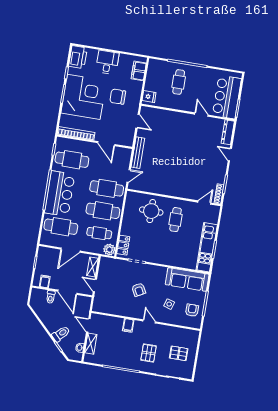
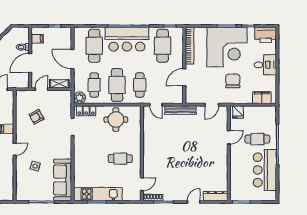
bar counter: (227, 97) -> (265, 170), moved, turned -90
door: (201, 115) -> (229, 137), moved
cafe table: (107, 188) -> (140, 85), width x0.73, depth x0.74
door: (204, 203) -> (142, 184), hinge flipped
round table: (151, 211) -> (116, 120), moved
armchair: (139, 290) -> (36, 117), moved
armchair: (192, 310) -> (33, 190), removed

